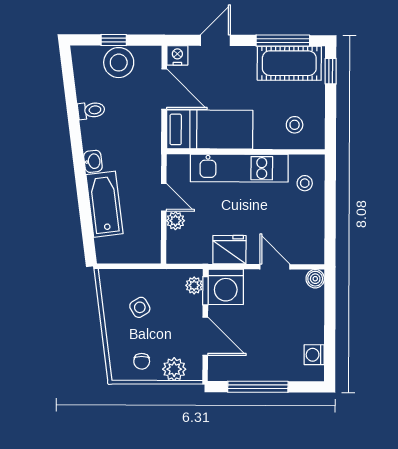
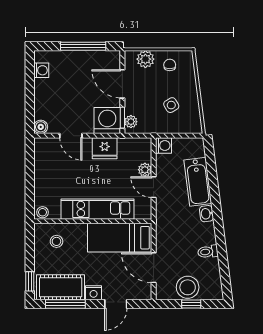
nightstand: (177, 55) -> (94, 293), moved
stool: (305, 183) -> (42, 212), moved
washing machine: (150, 253) -> (164, 146), added

